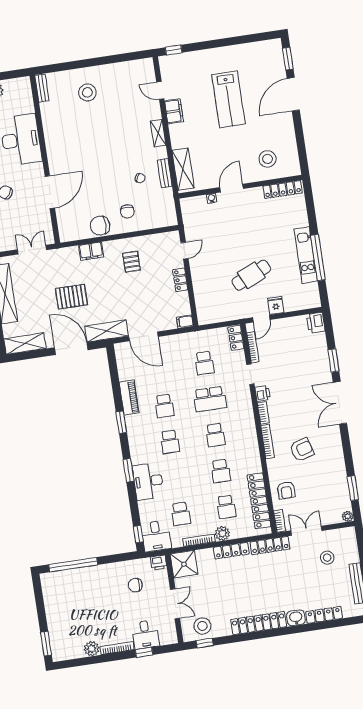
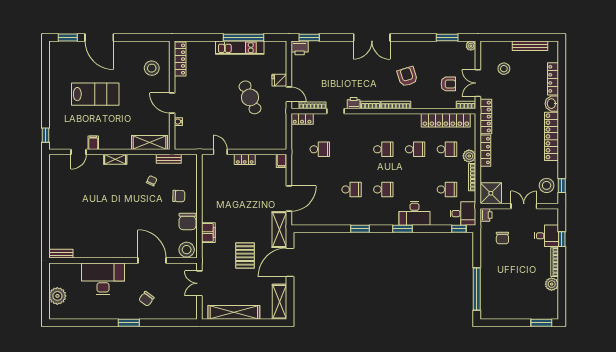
stool: (87, 92) -> (187, 250), moved
filing cabinet: (174, 111) -> (93, 143), width x0.50
bench: (165, 173) -> (169, 159), moved
pallet: (131, 262) -> (223, 199), removed
window: (334, 361) -> (309, 37), moved
piano: (129, 398) -> (340, 219), removed
school desk: (210, 399) -> (352, 149), removed
armchair: (286, 490) -> (448, 84), moved

